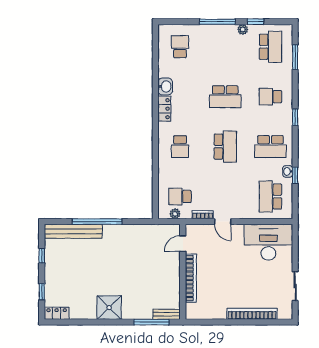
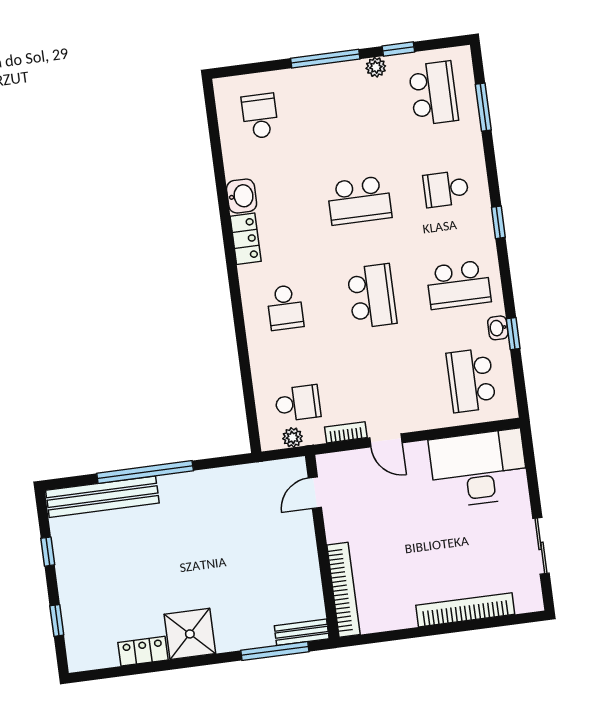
school desk: (180, 197) -> (298, 403), turned 180
bookcase: (191, 278) -> (344, 590), moved
locker: (57, 313) -> (143, 651), moved

